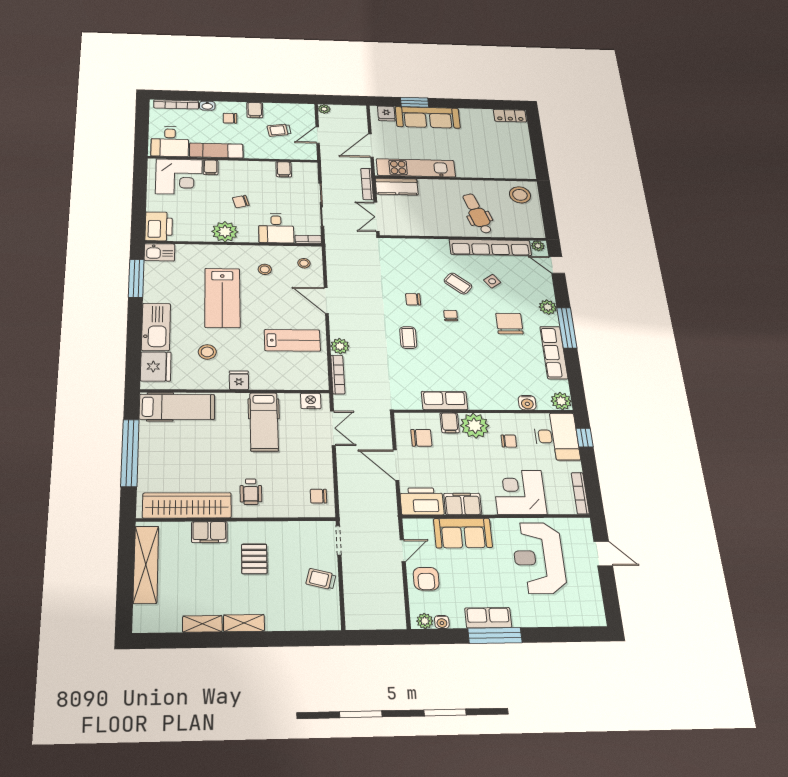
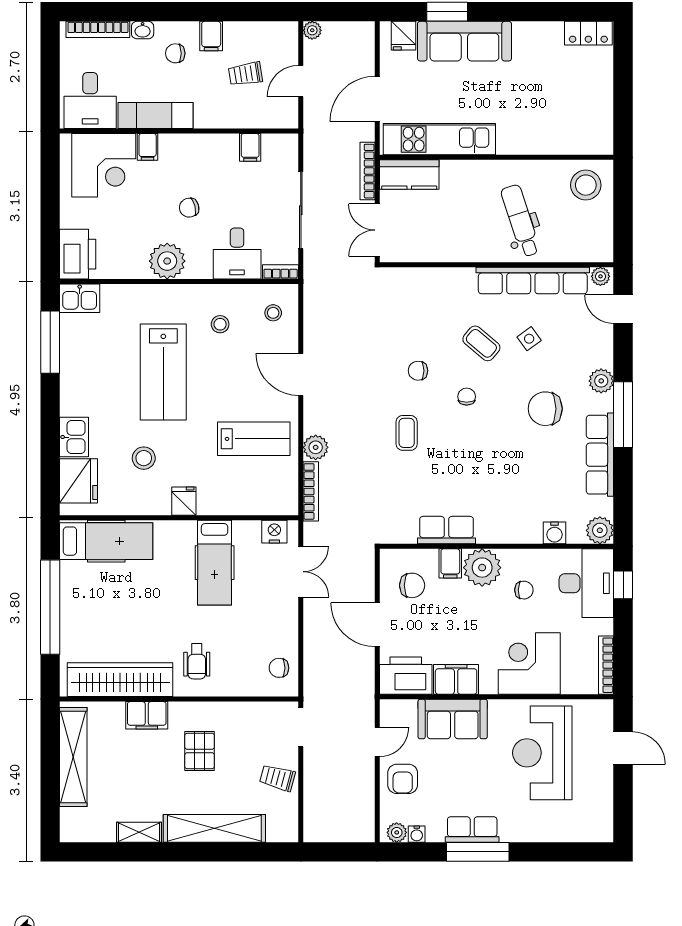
chair: (509, 324) -> (545, 409), turned -90
kitchen sink: (156, 327) -> (74, 437), width x0.53, depth x0.81
shelving: (244, 623) -> (214, 828), width x2.20, depth x1.33

